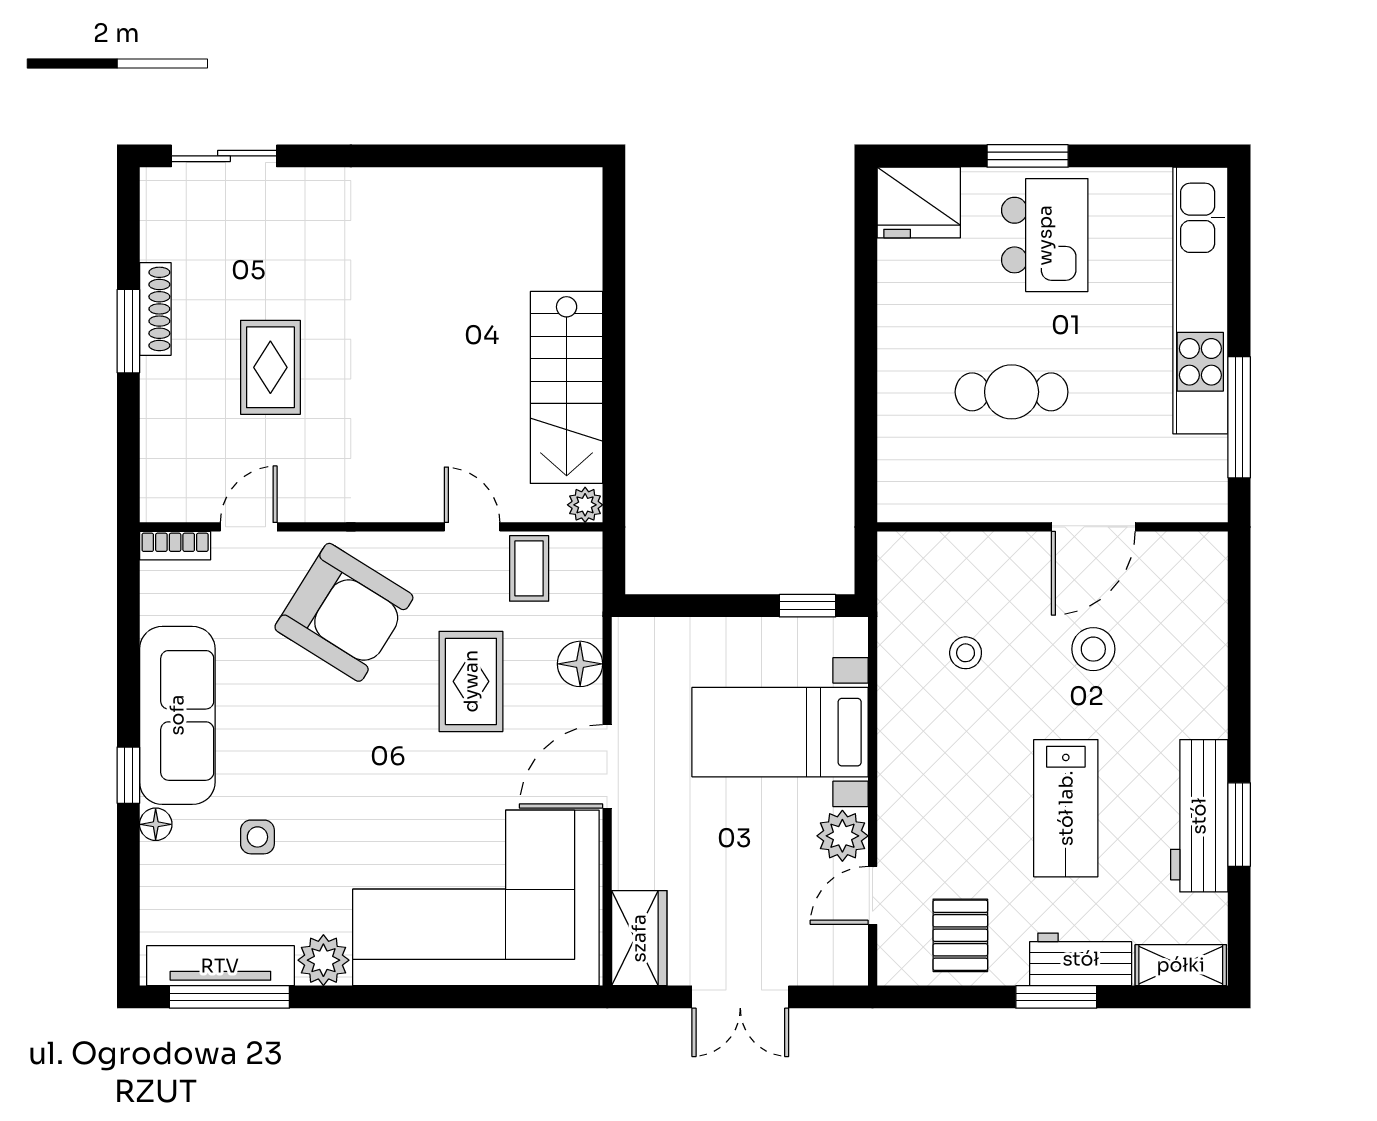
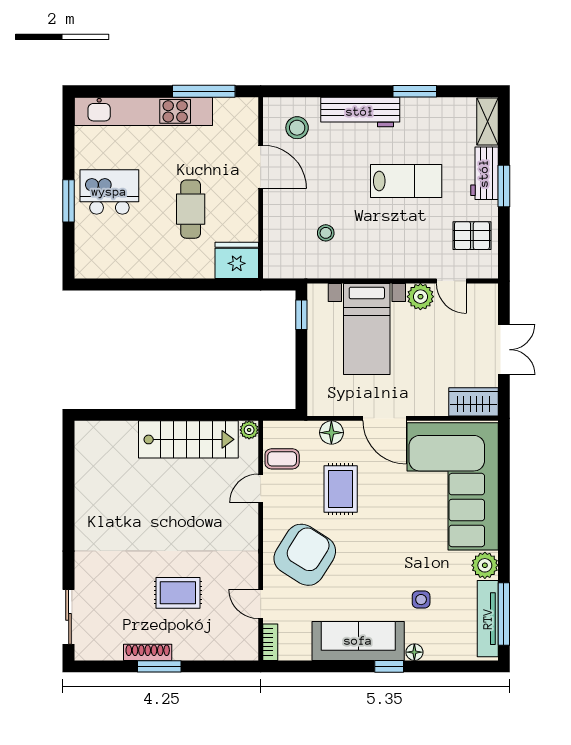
fridge: (919, 203) -> (237, 260), moved, turned -90
stool: (1093, 649) -> (297, 128), moved
rug: (471, 681) -> (341, 489), turned 90
workbench: (1199, 816) -> (360, 112), moved

